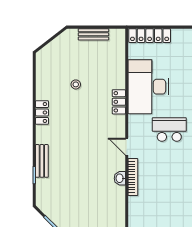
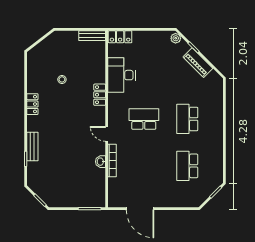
bench: (93, 34) -> (92, 36), moved
locker: (150, 36) -> (120, 37), width x0.66
desk: (148, 87) -> (121, 75), width x0.73, depth x0.77

